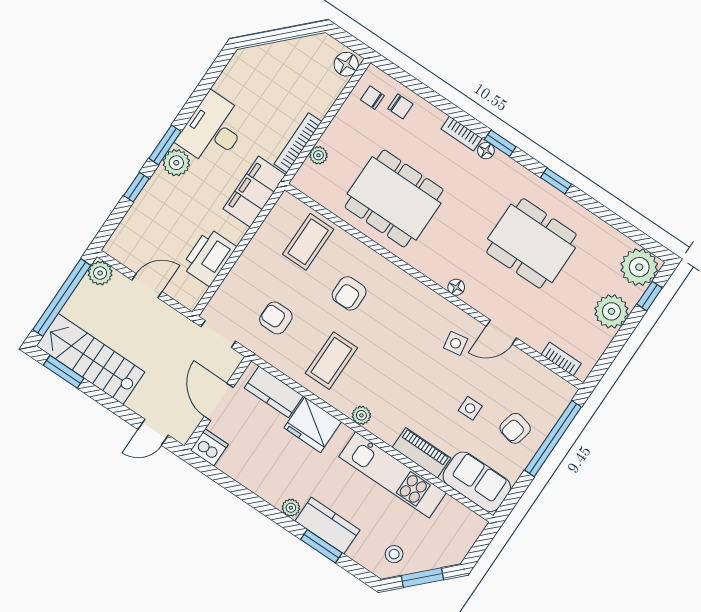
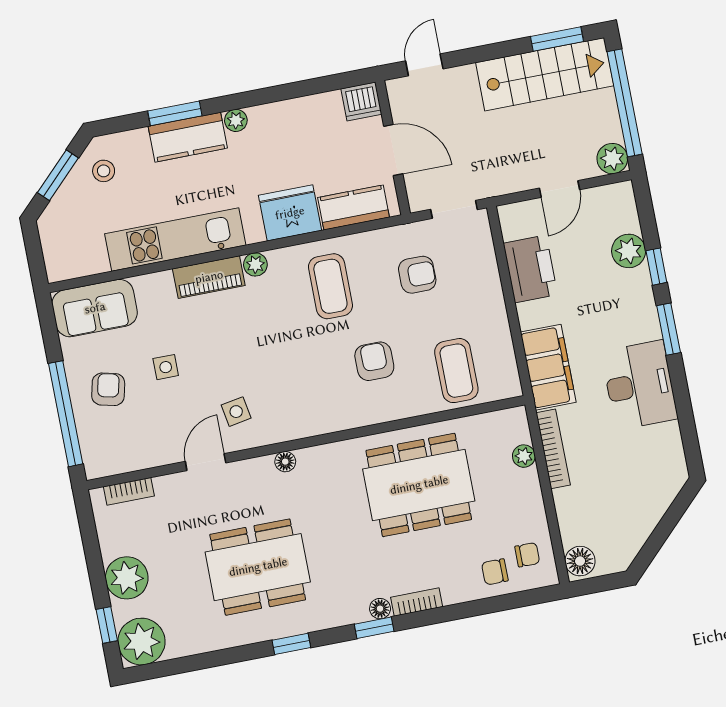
plant: (176, 163) -> (629, 251), moved
piano: (422, 453) -> (209, 277), moved

